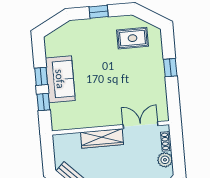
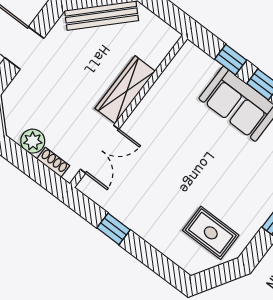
rug: (133, 38) -> (211, 233), turned 90
window: (170, 68) -> (113, 229), moved

